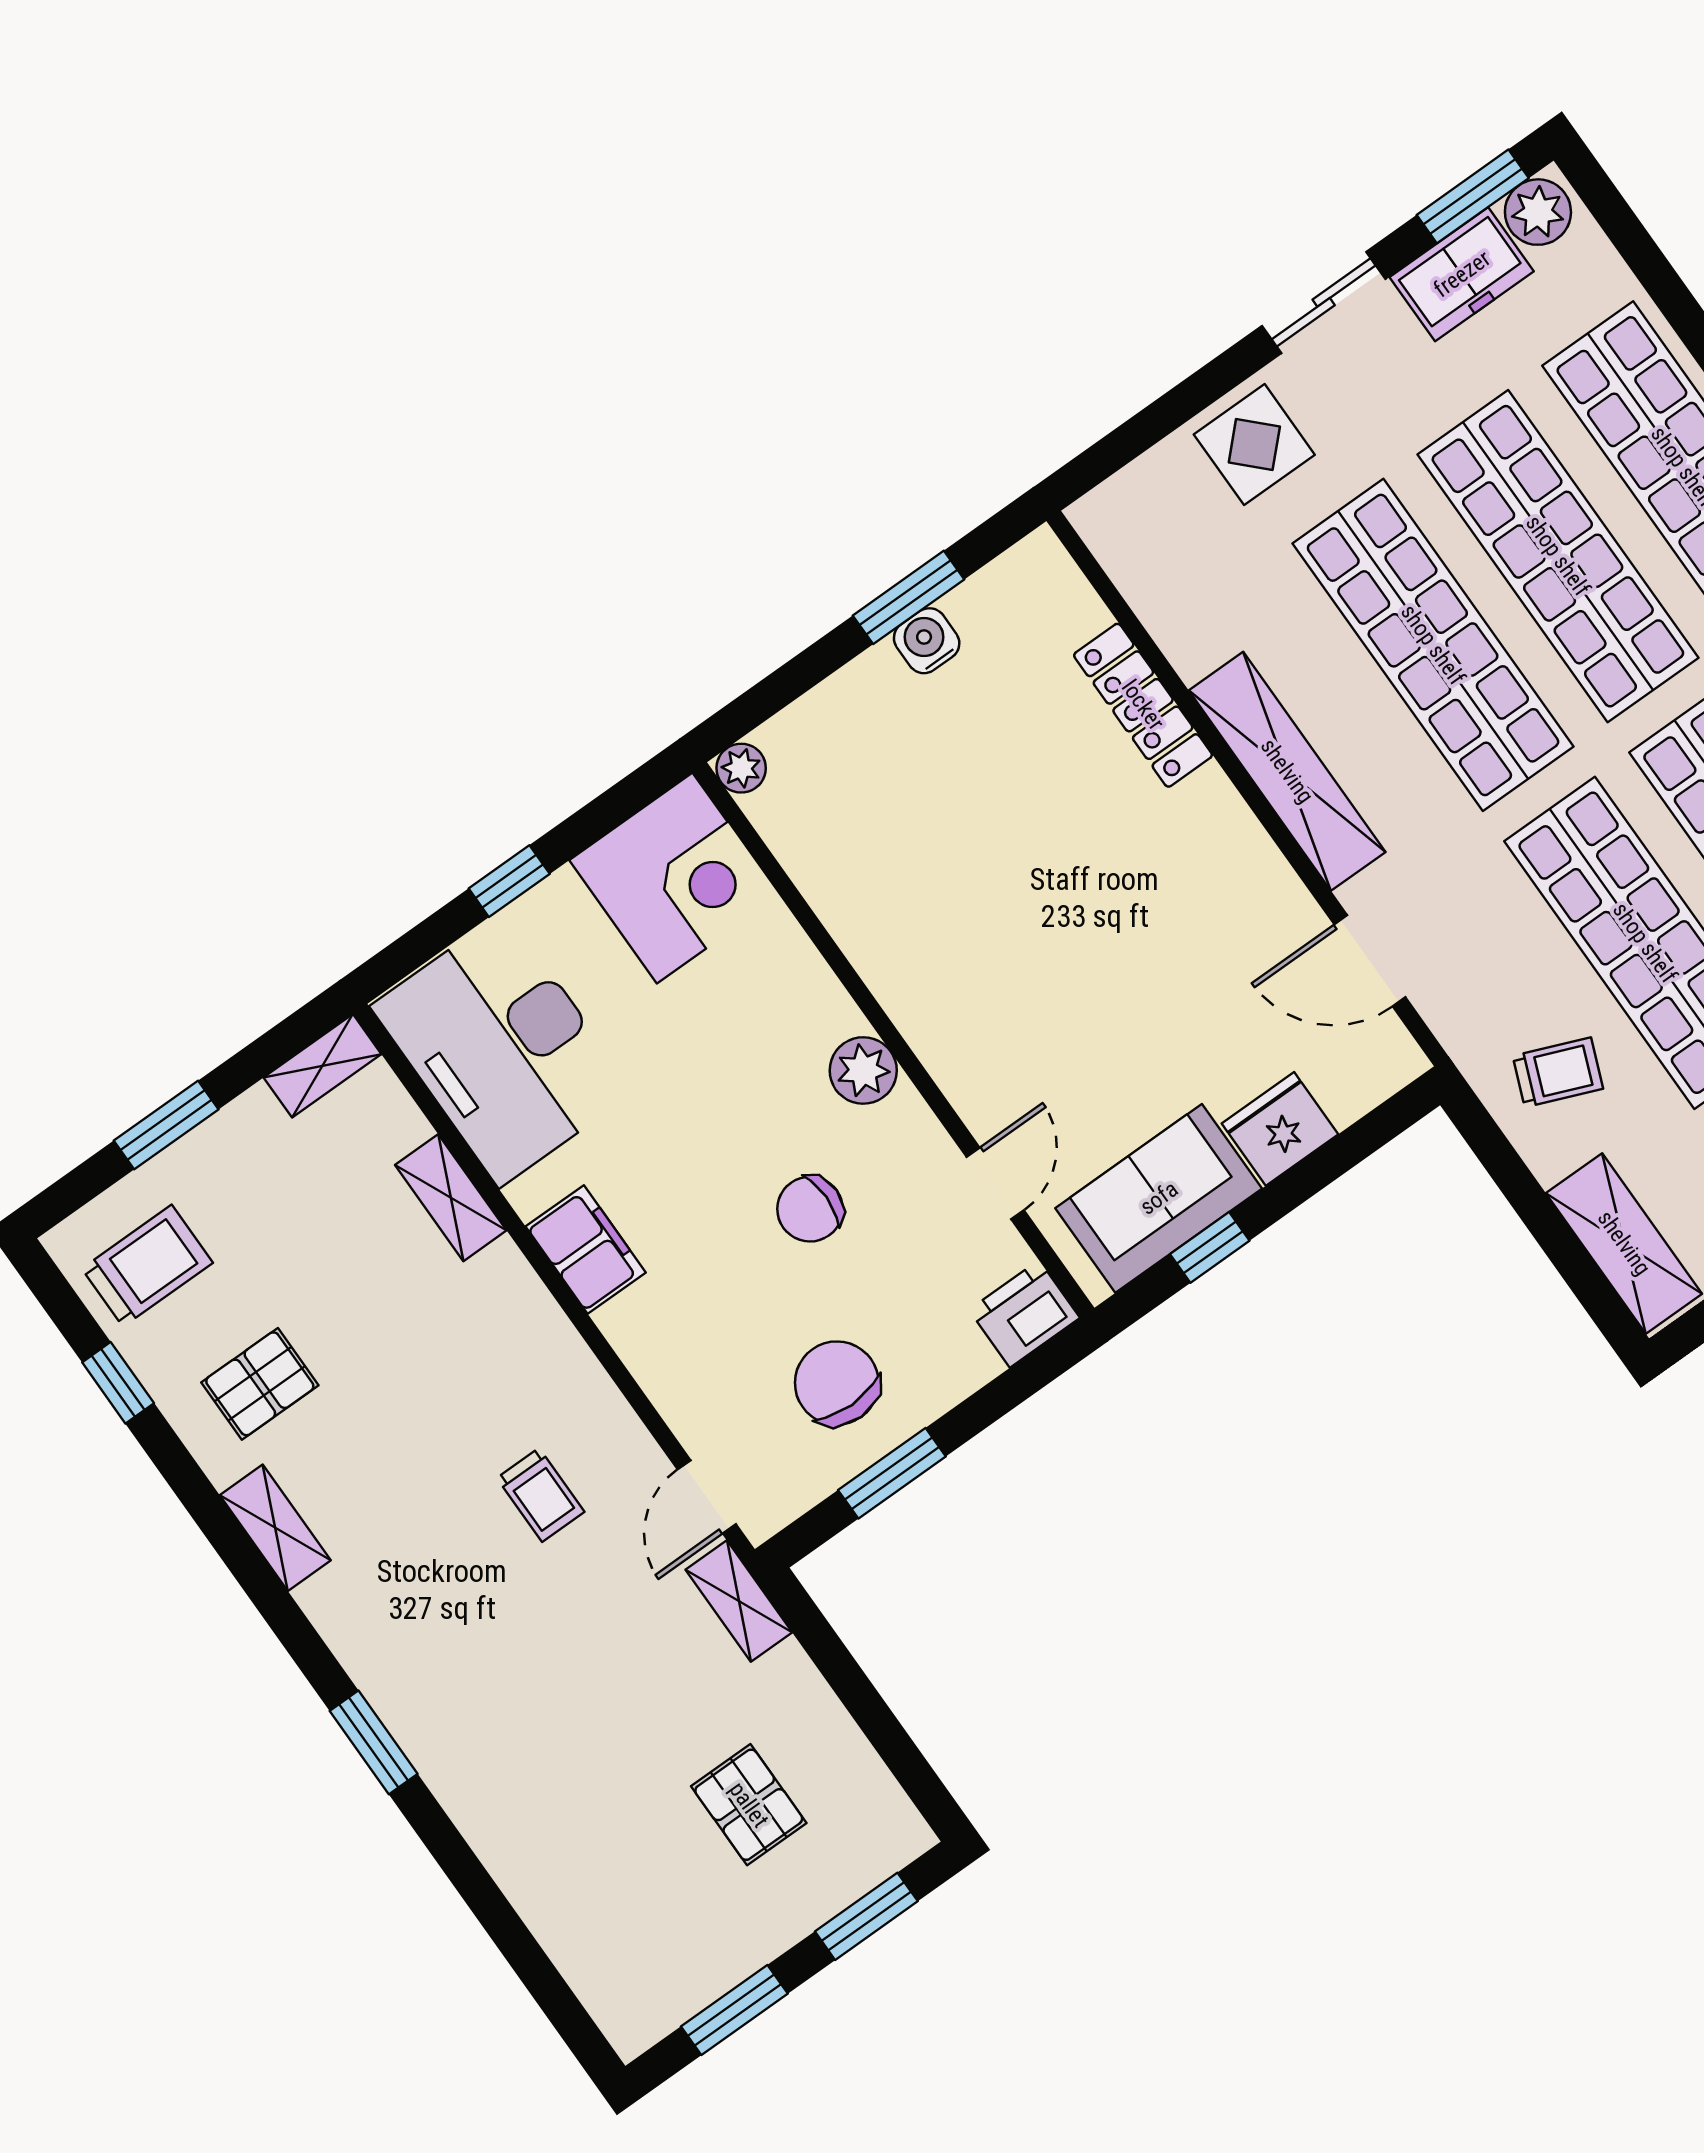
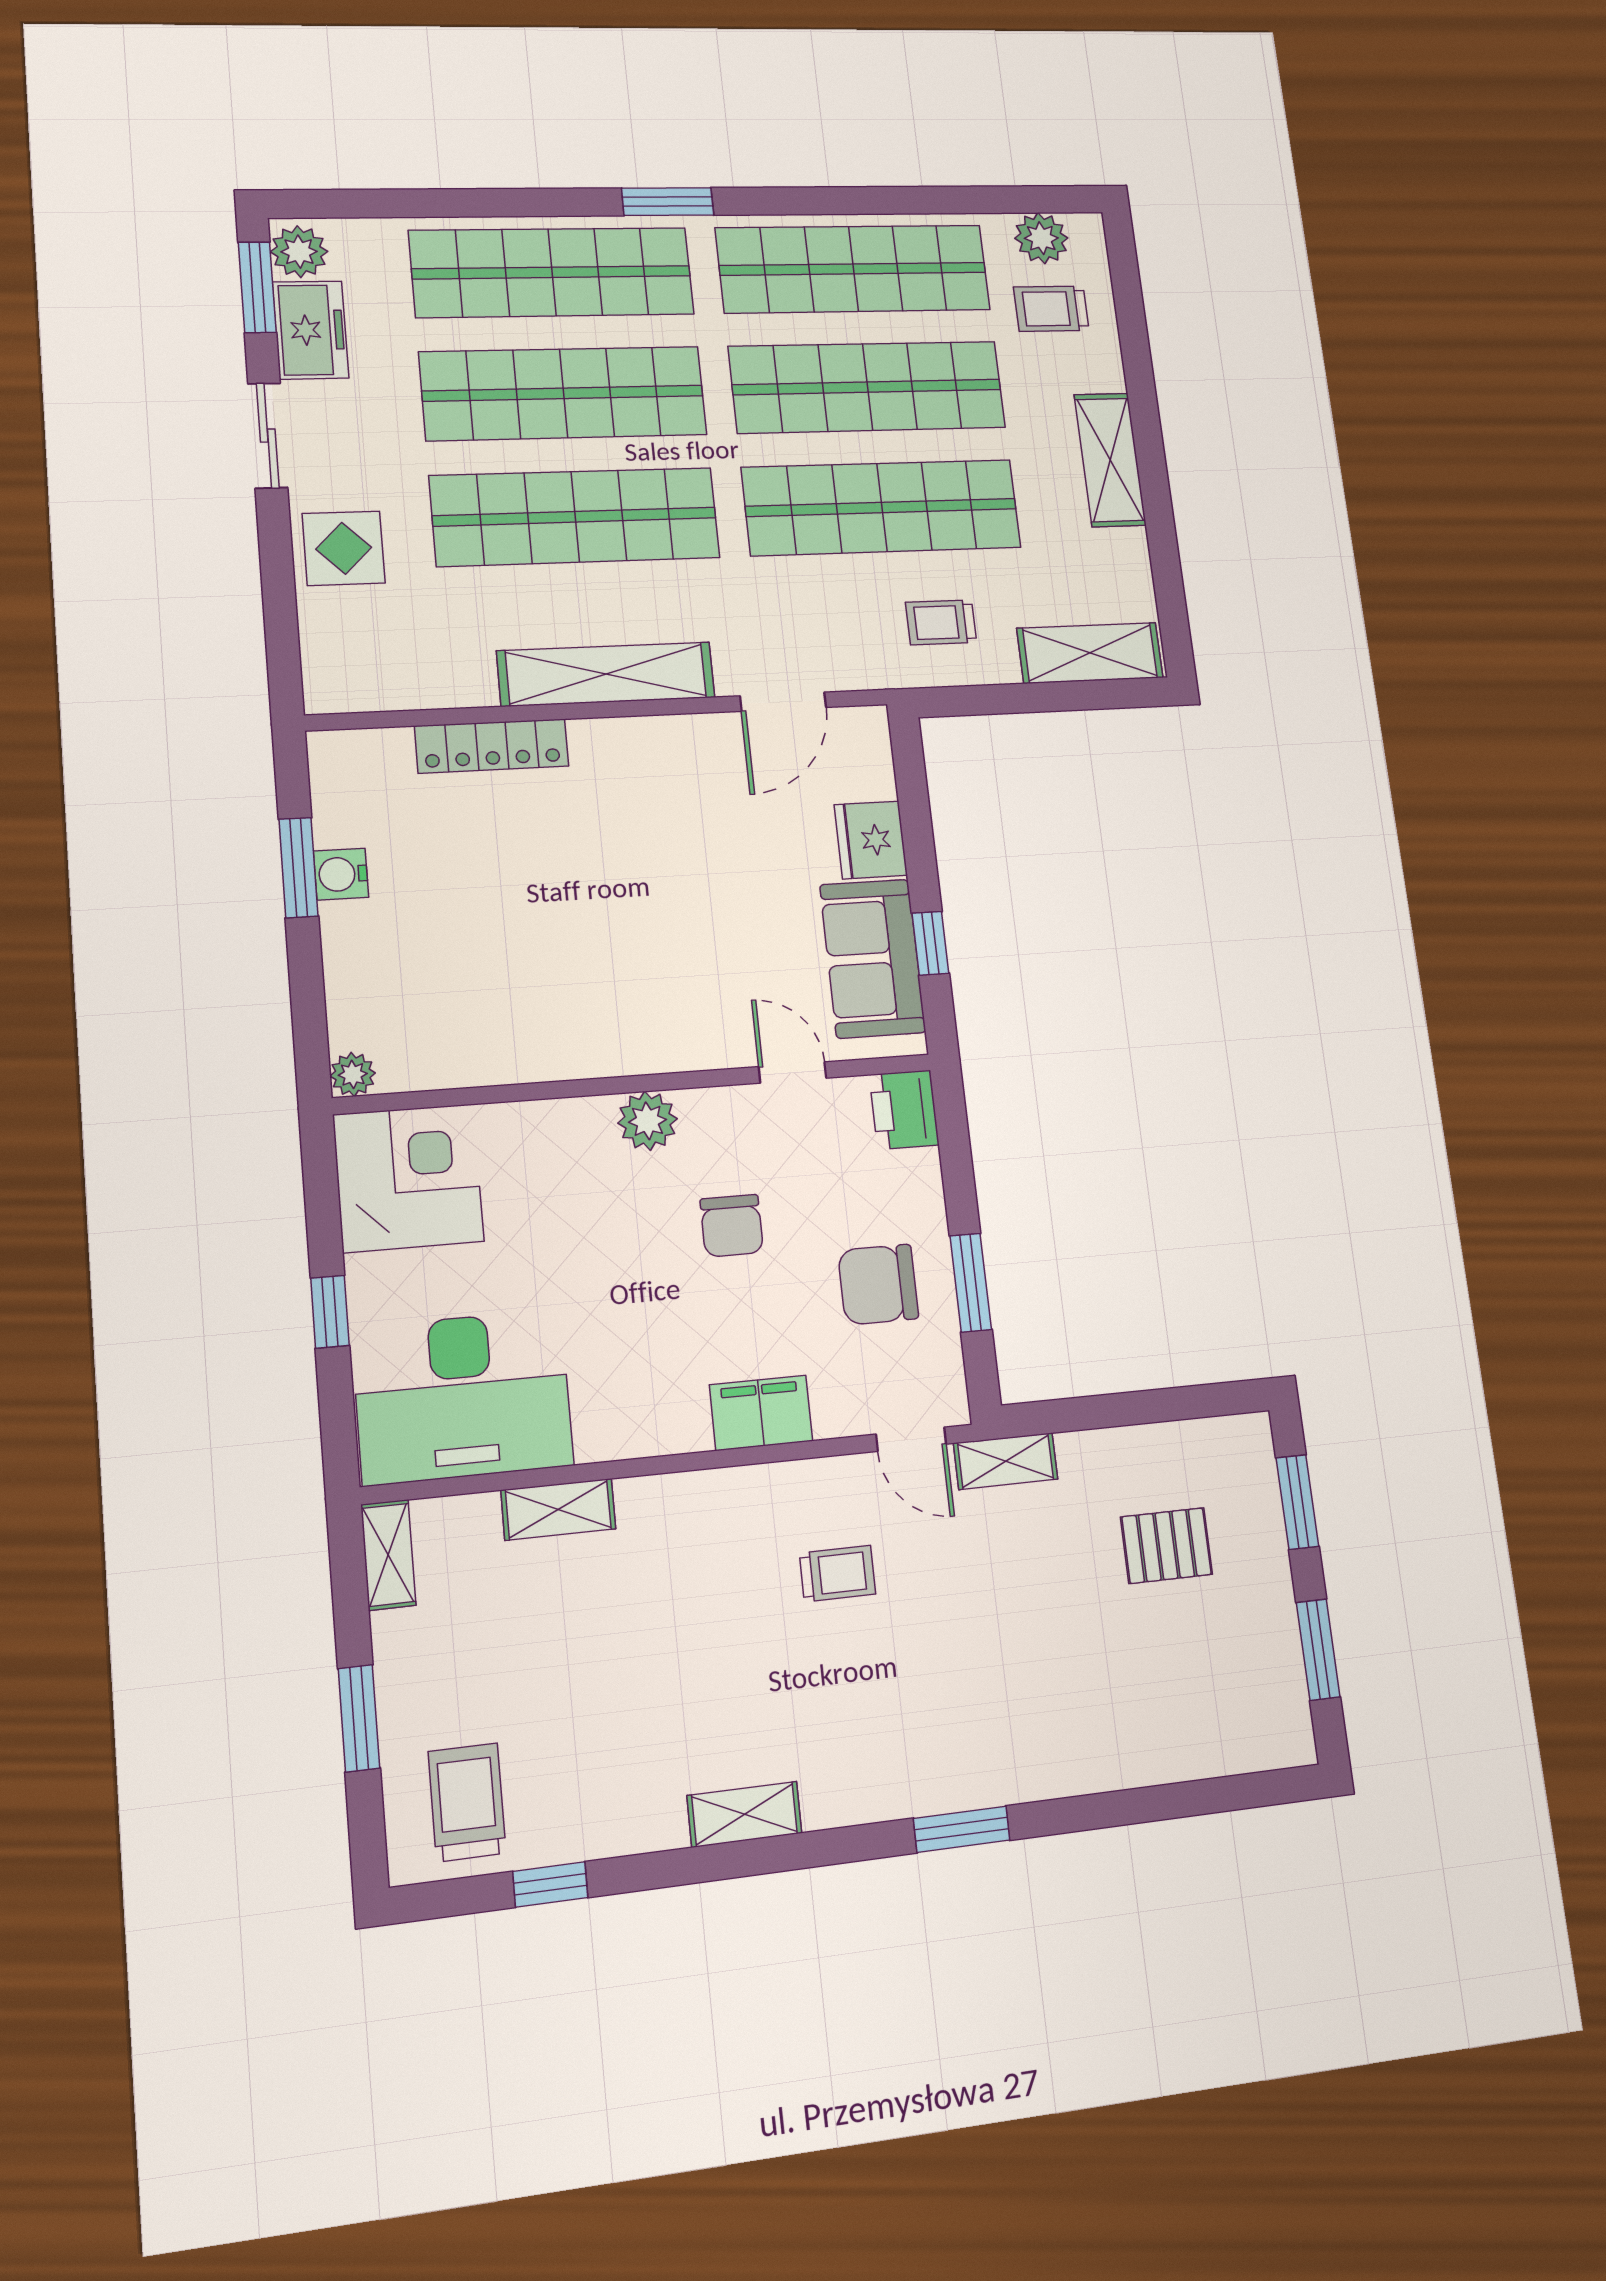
trolley: (1558, 1072) -> (941, 622), turned -112
filing cabinet: (586, 1249) -> (761, 1413), moved
pallet: (260, 1384) -> (619, 1760), removed

